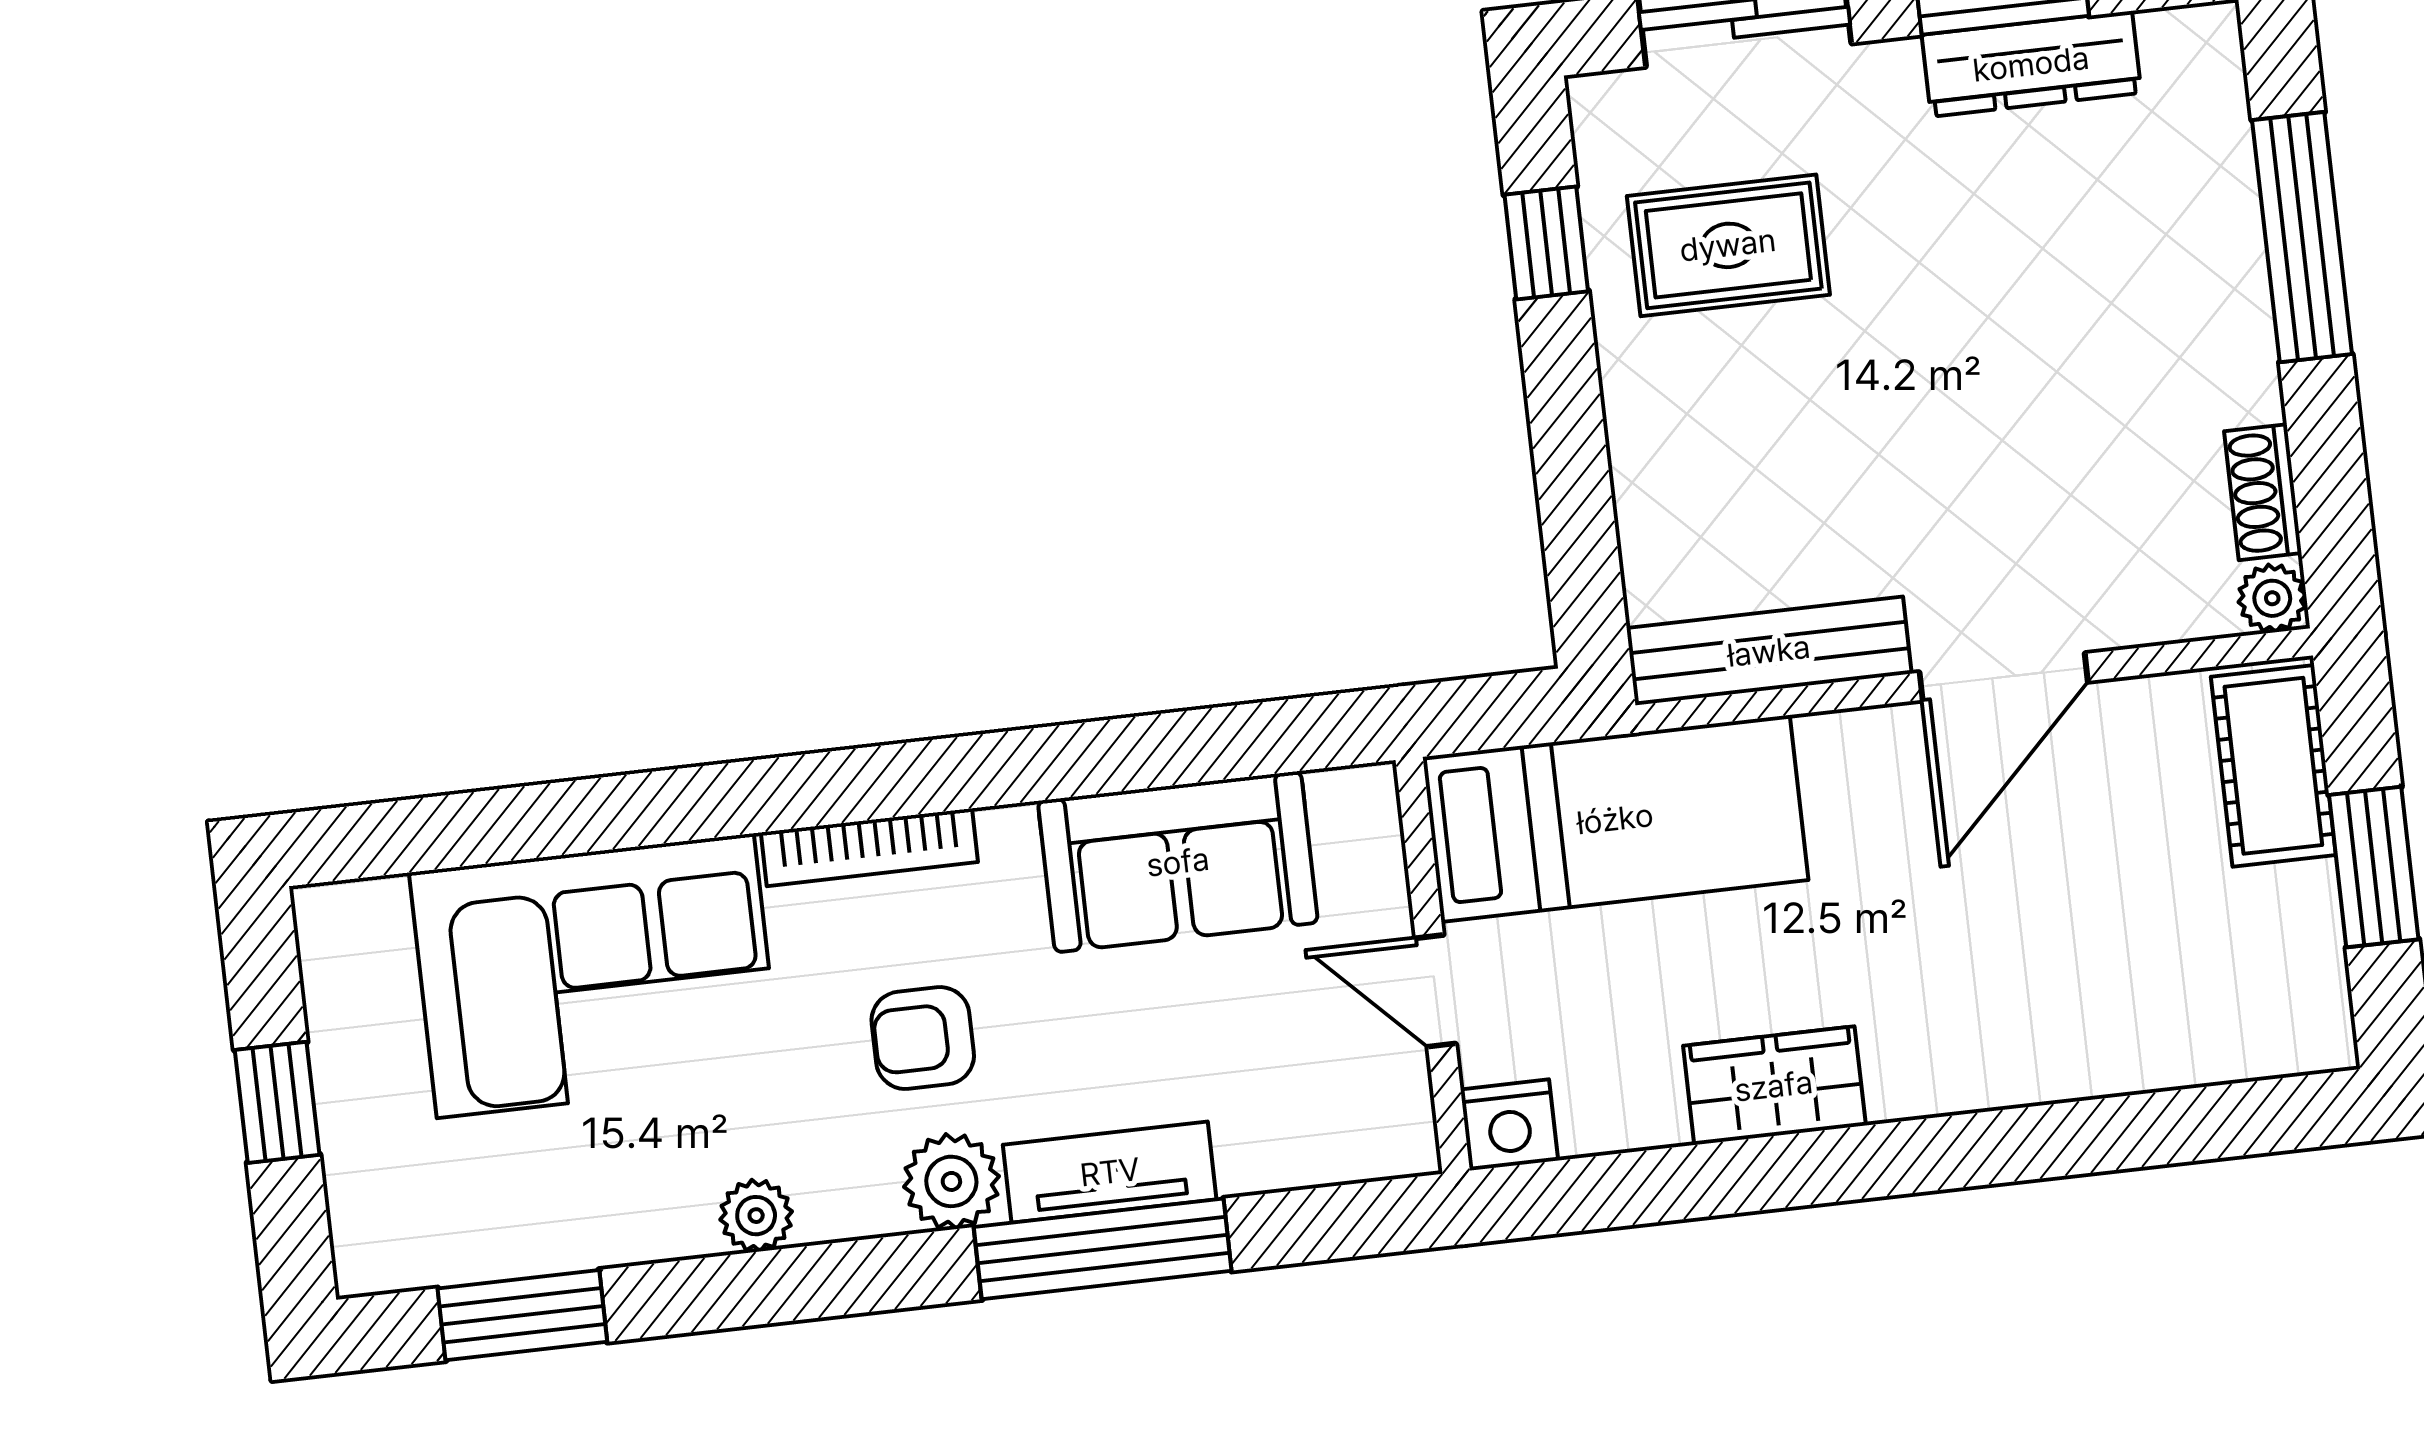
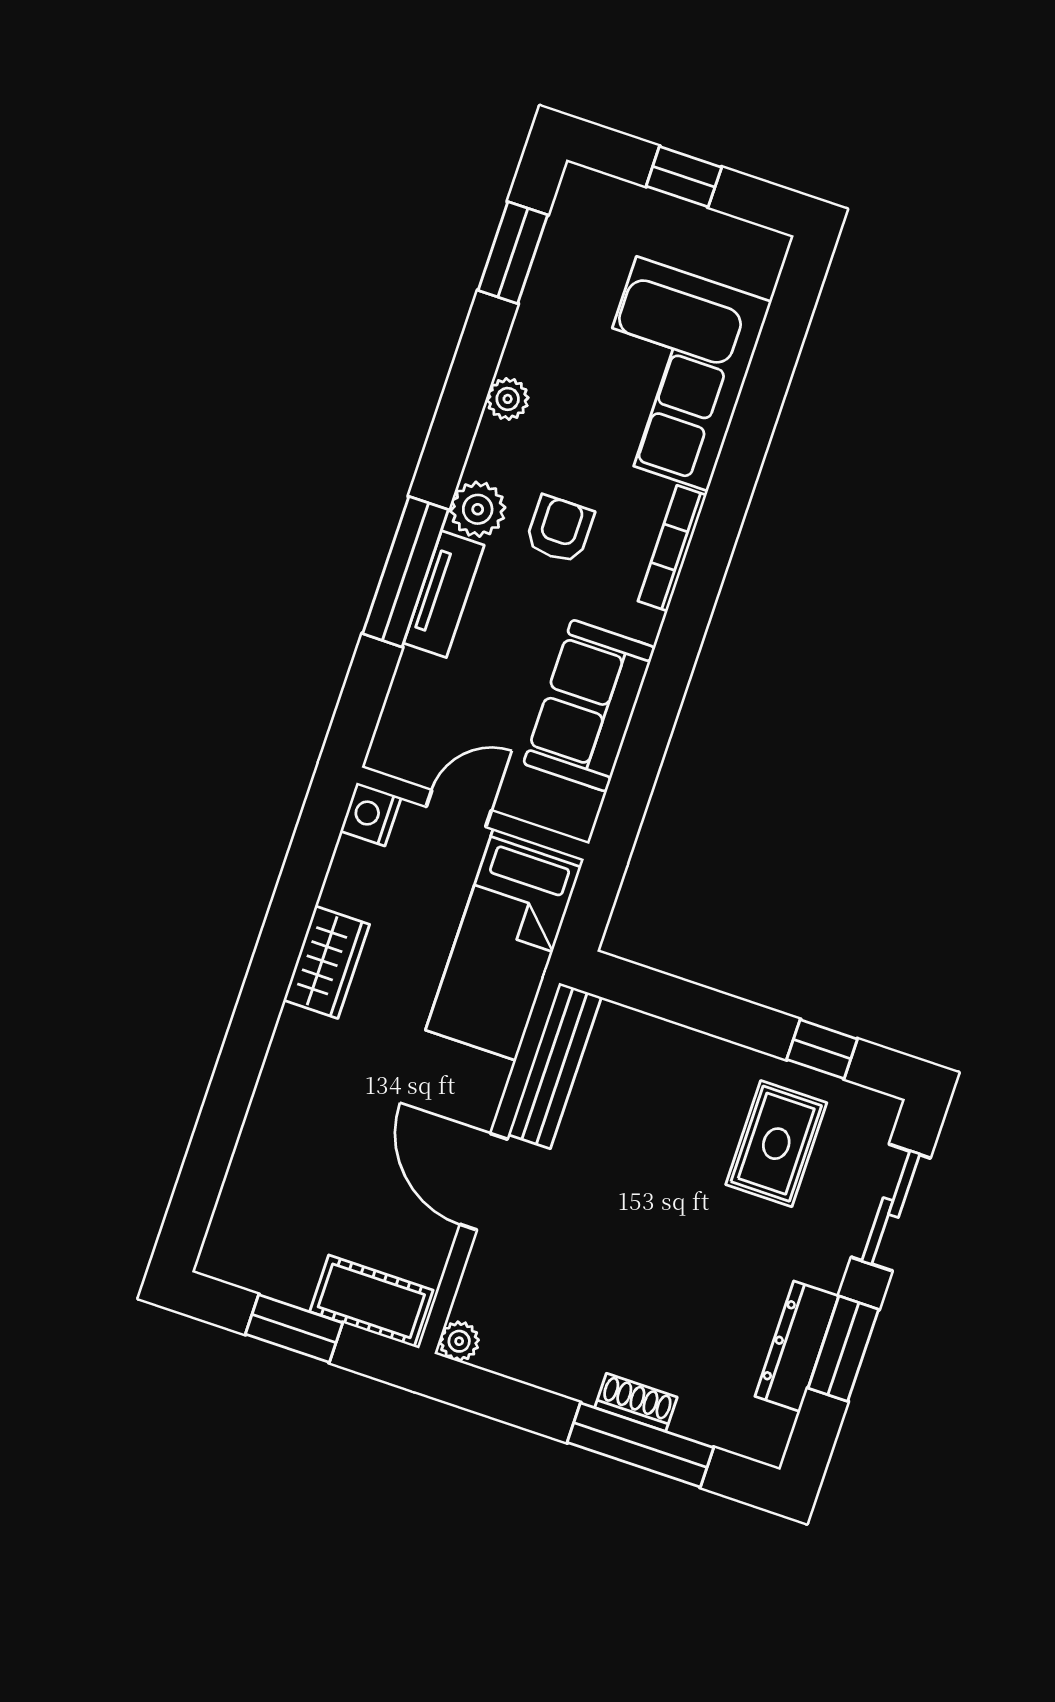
shoe rack: (2263, 492) -> (636, 1402), moved

